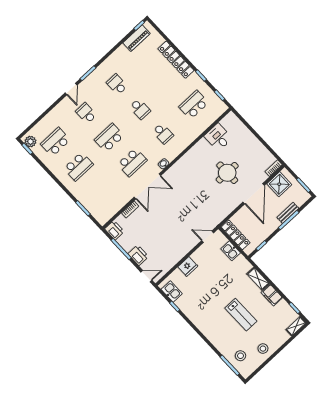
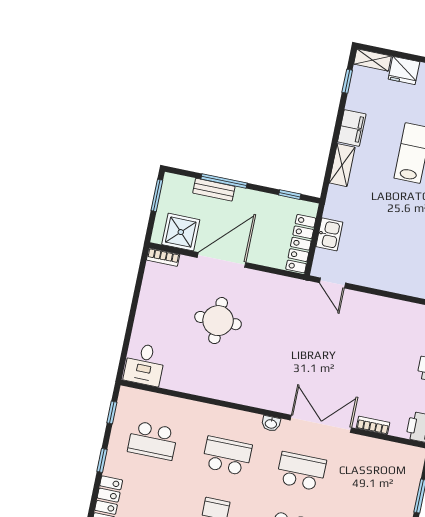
school desk: (163, 134) -> (227, 456), width x1.85
desk: (218, 137) -> (145, 364), moved
fridge: (188, 266) -> (404, 70), moved, turned 180

